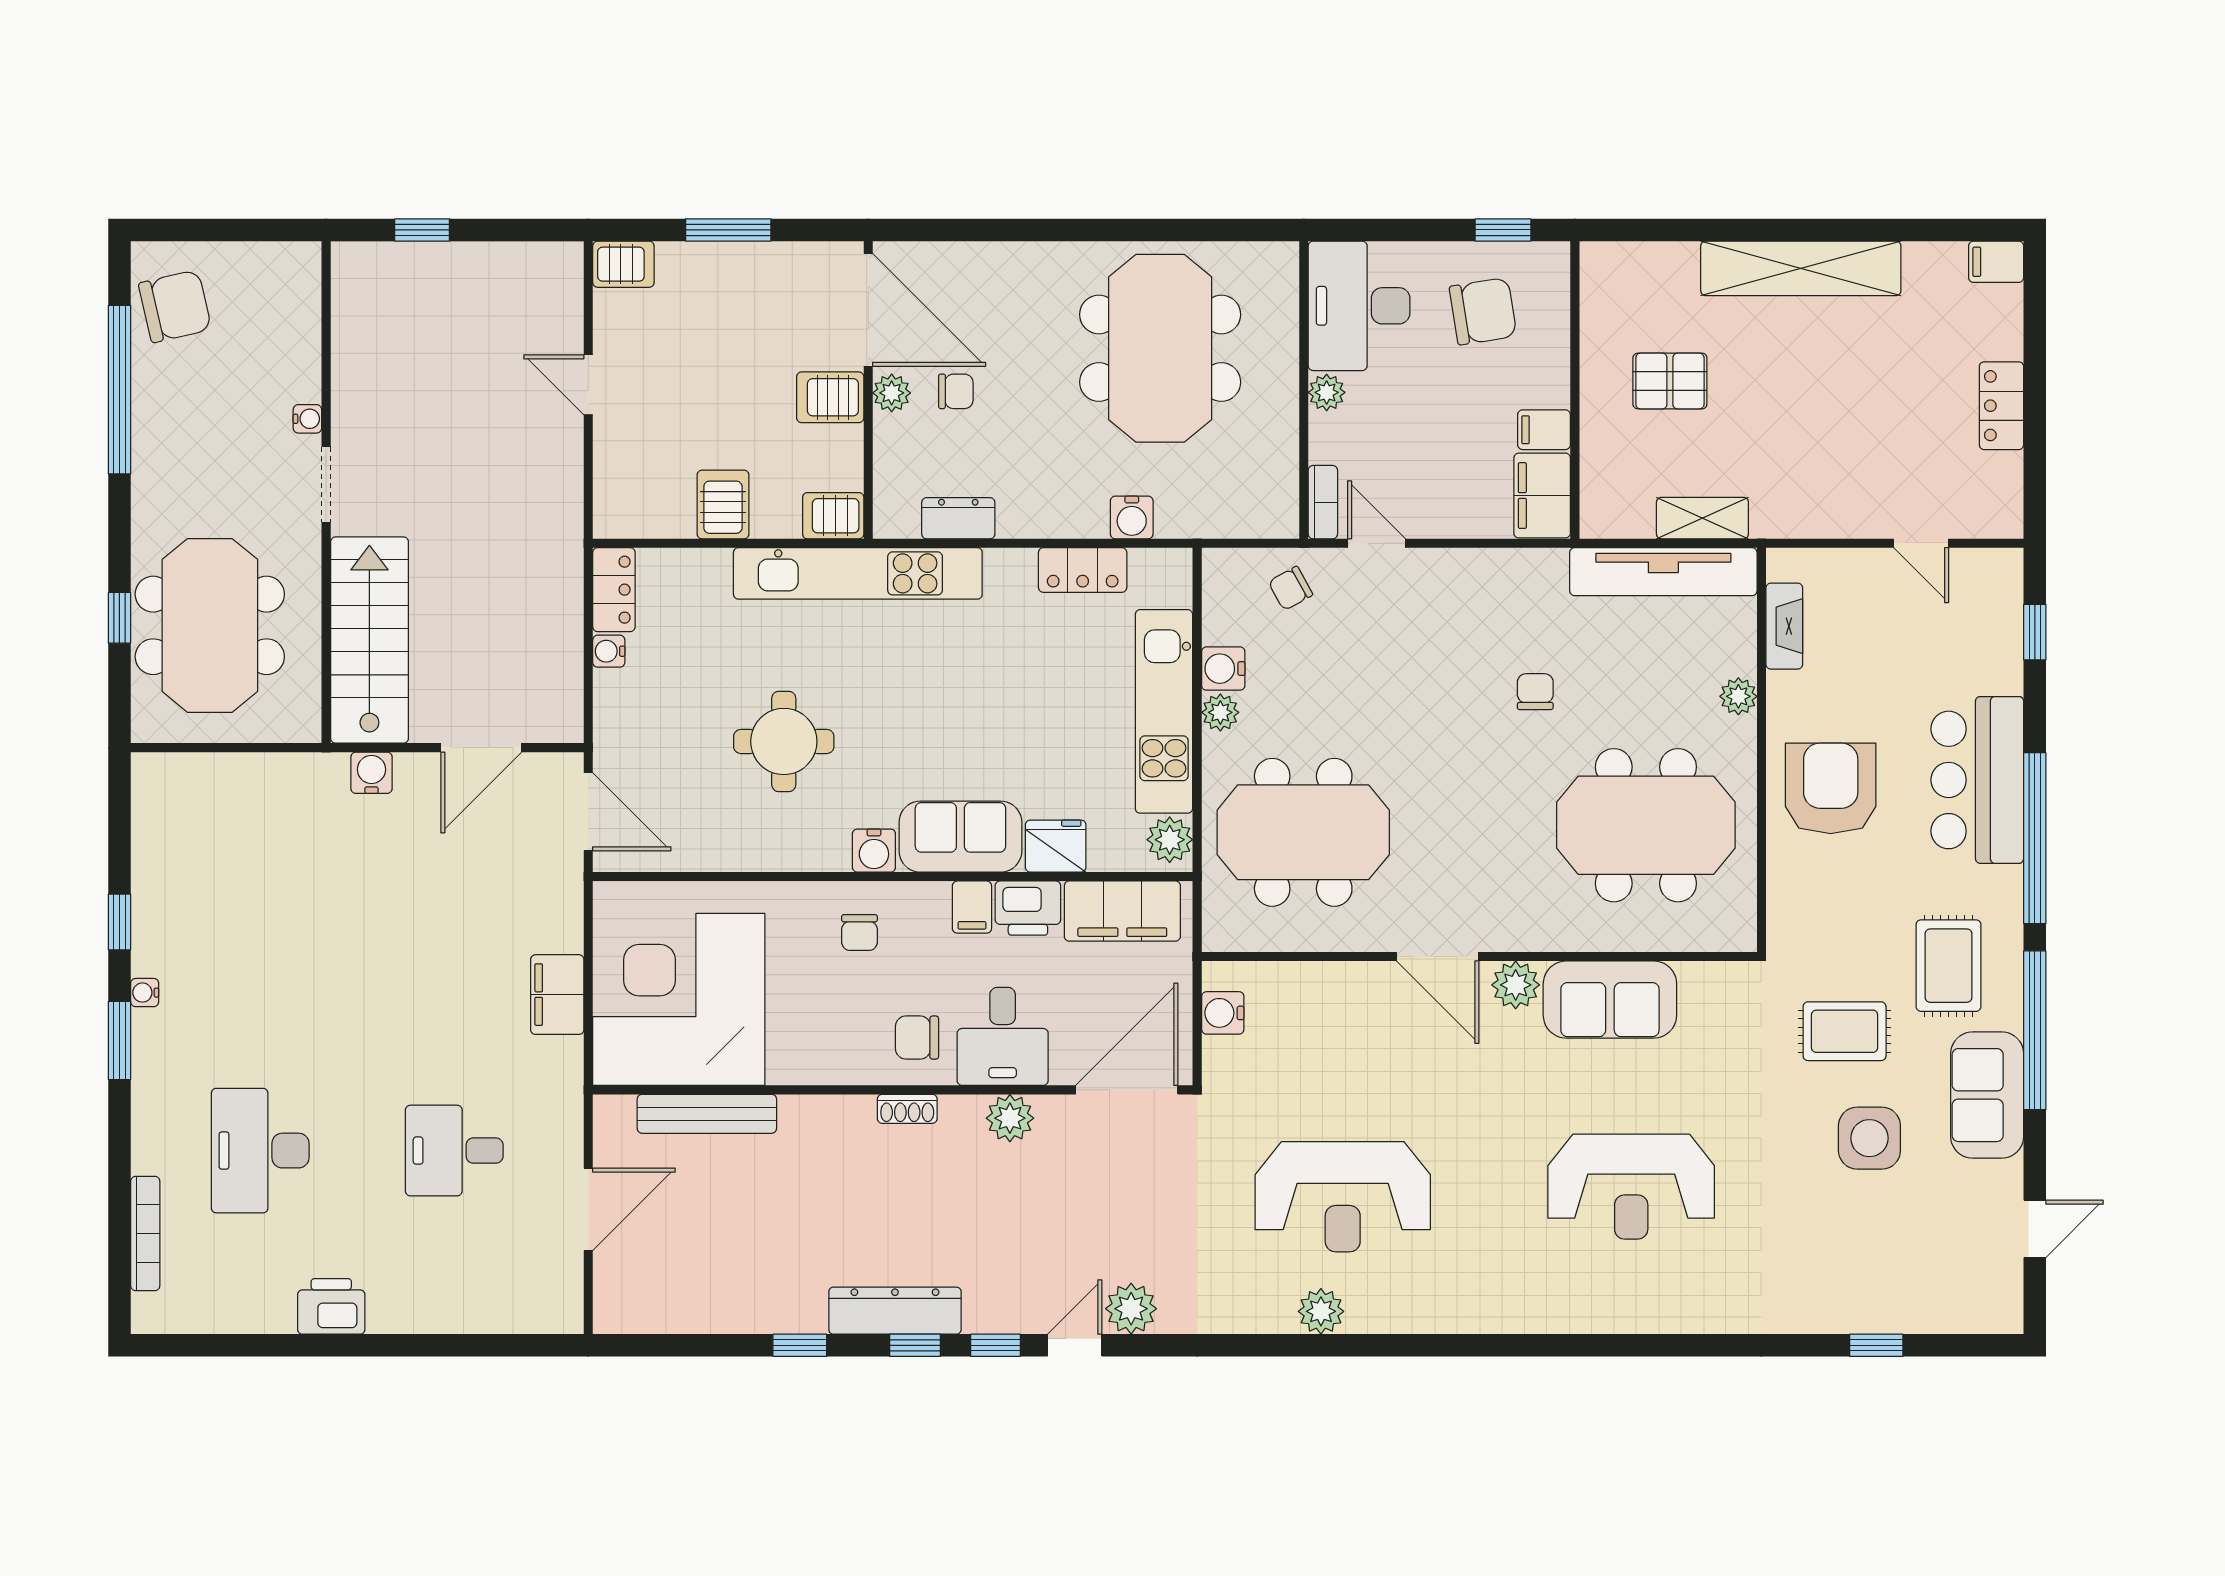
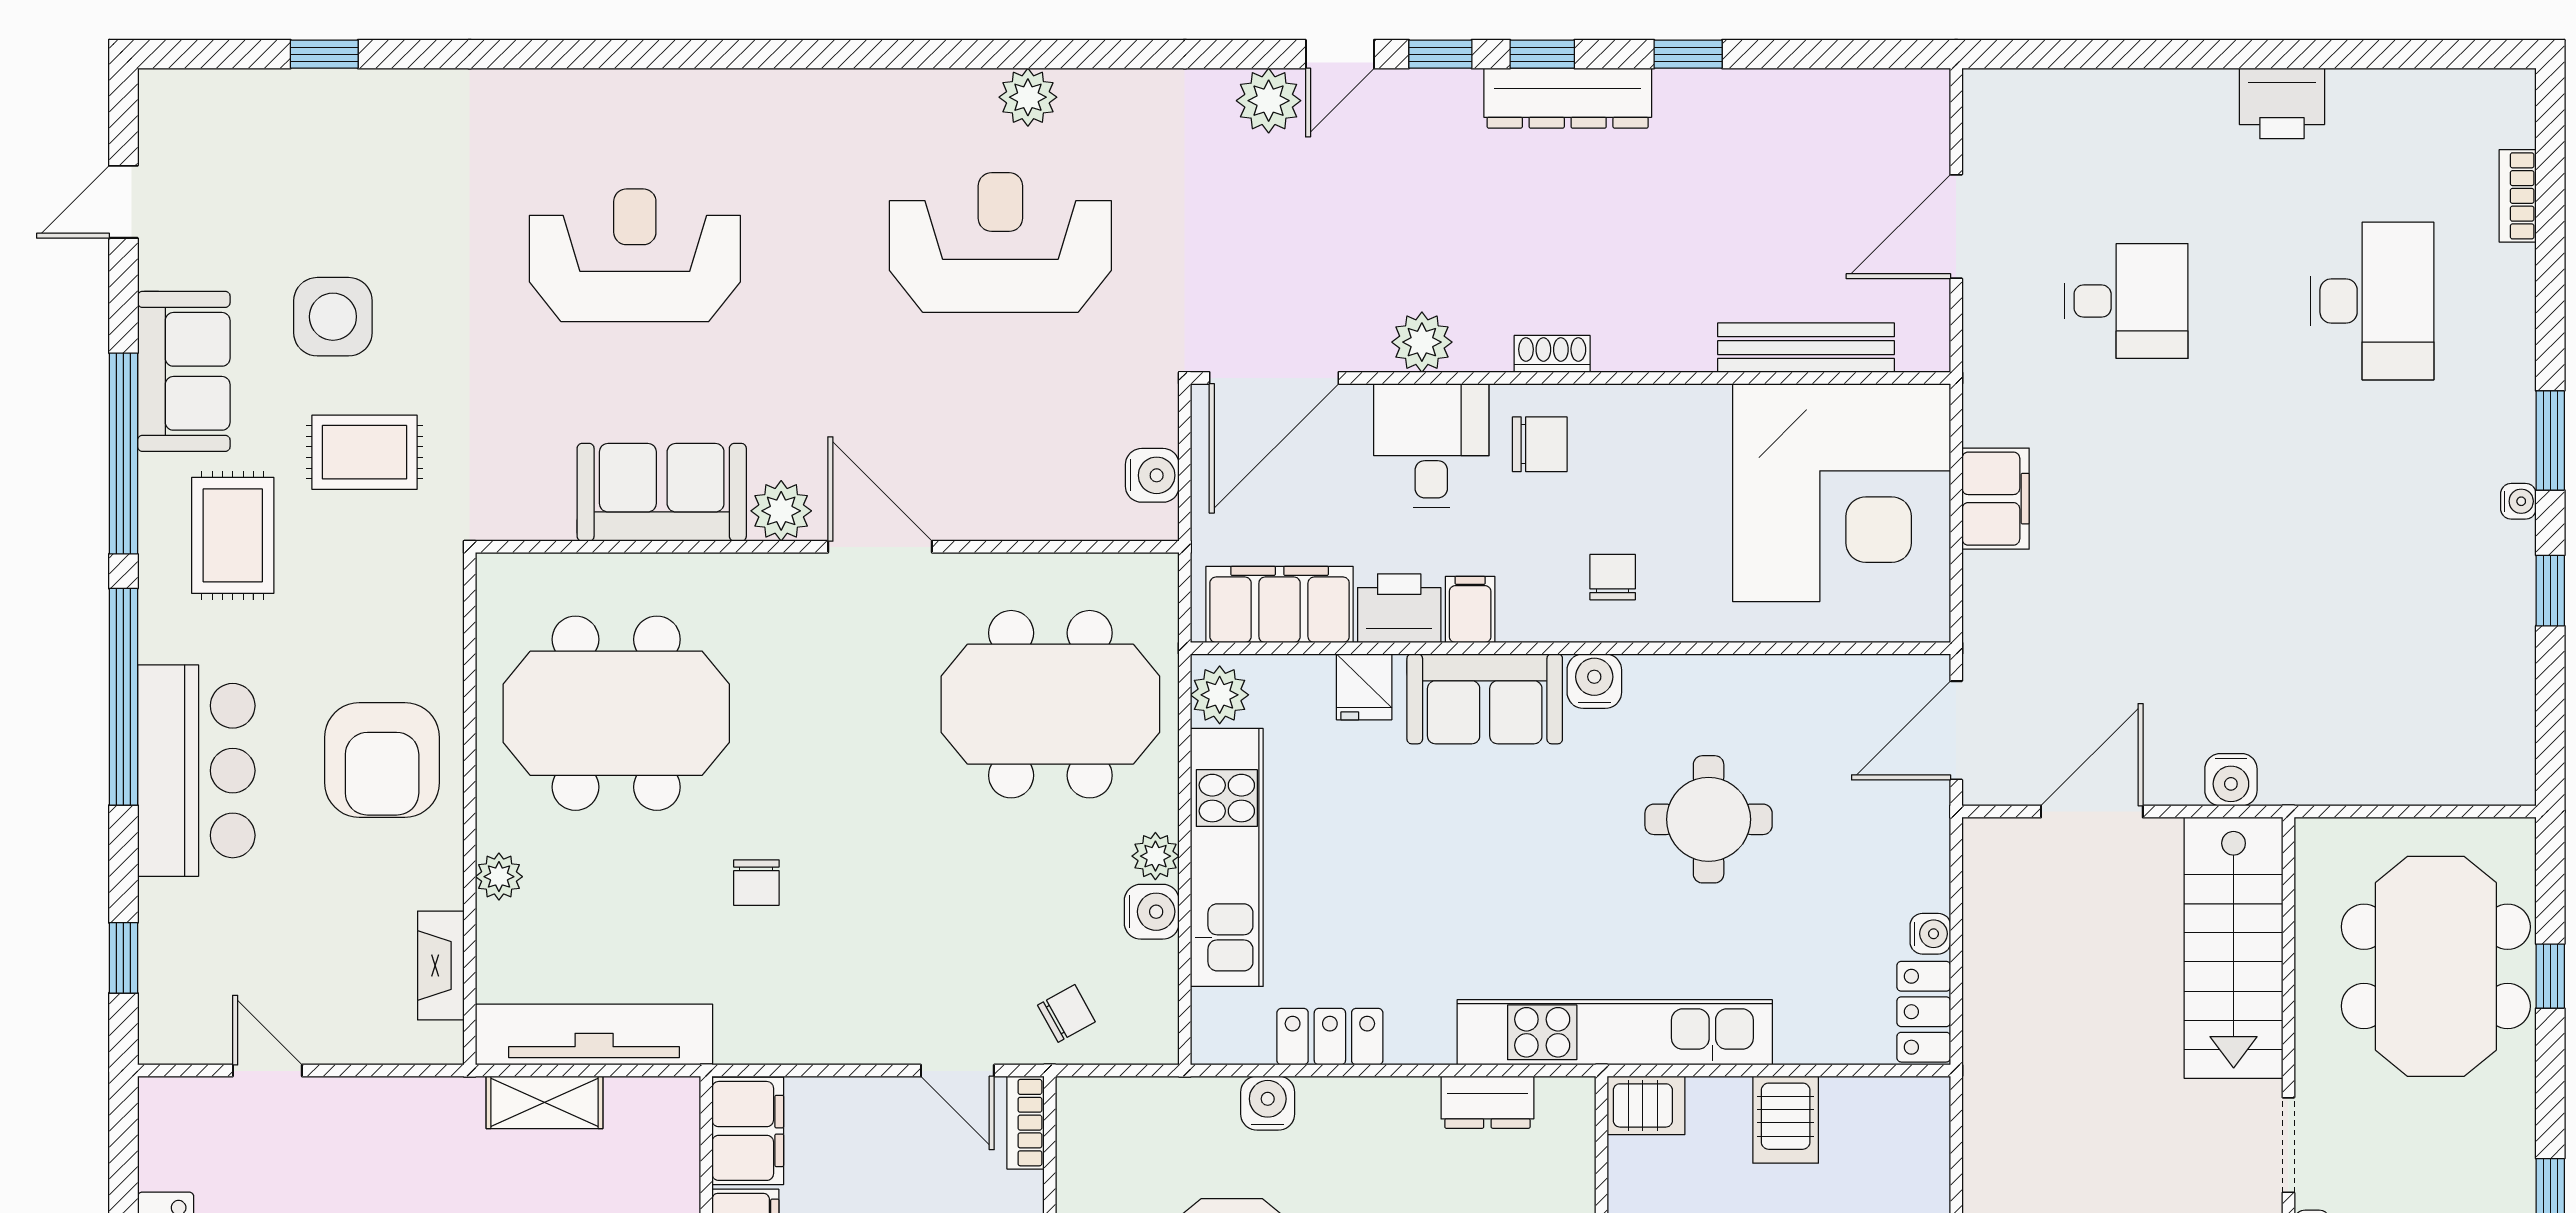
door: (588, 812) -> (1956, 730), hinge flipped
fridge: (1056, 846) -> (1364, 687), width x0.72
bookcase: (145, 1234) -> (2518, 196), width x0.64

